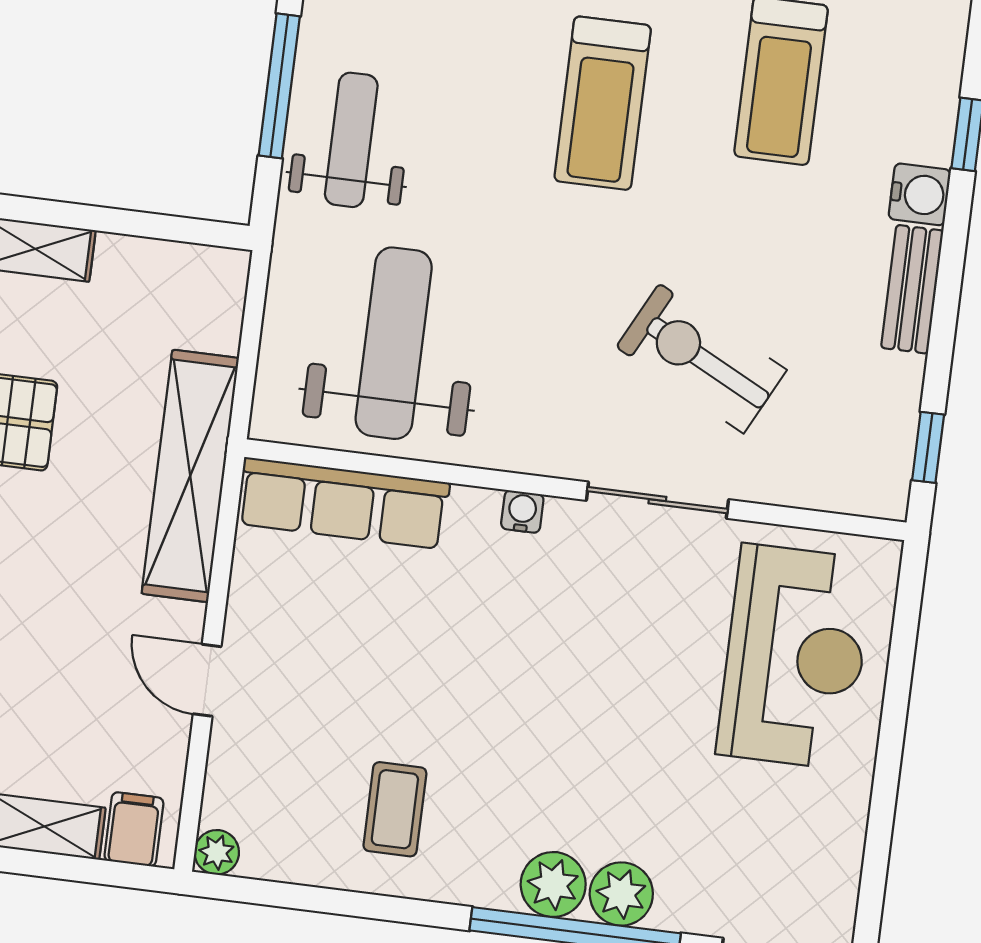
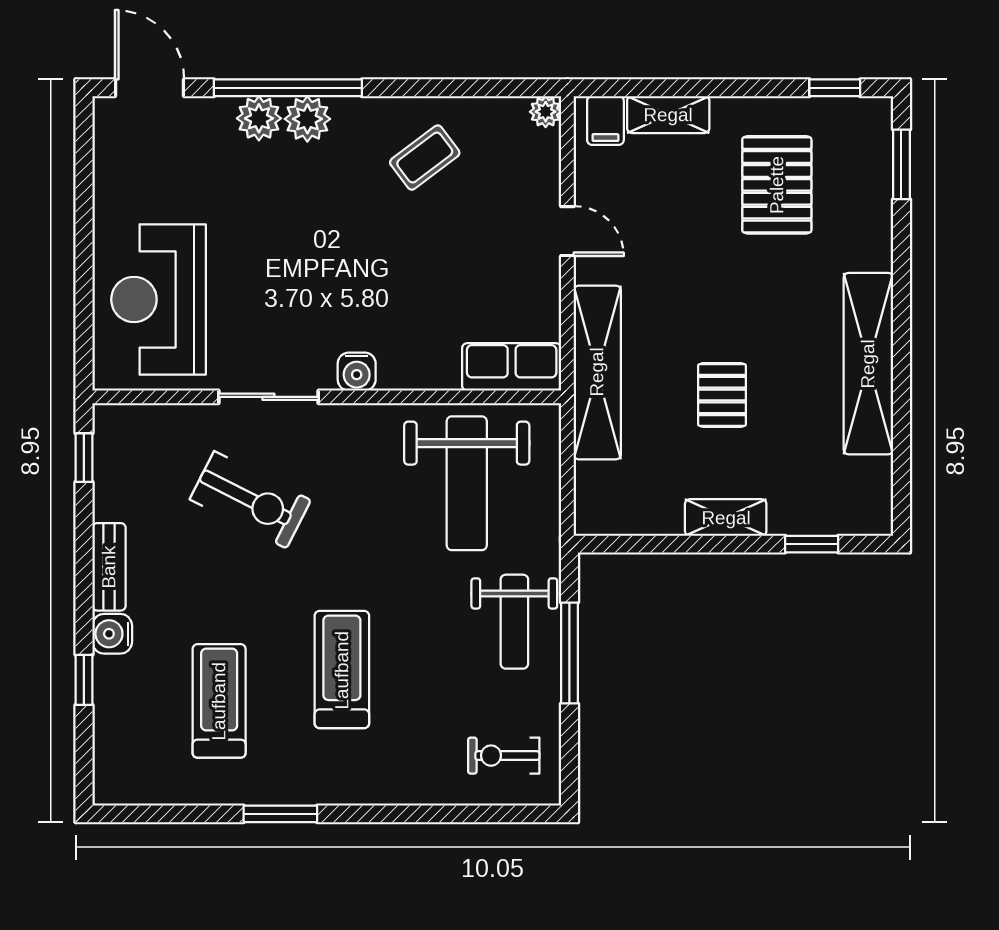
row of seats: (343, 503) -> (512, 367), width x0.68
water cooler: (522, 512) -> (357, 372), width x1.38, depth x1.38
coffee table: (395, 809) -> (425, 158), turned 53

